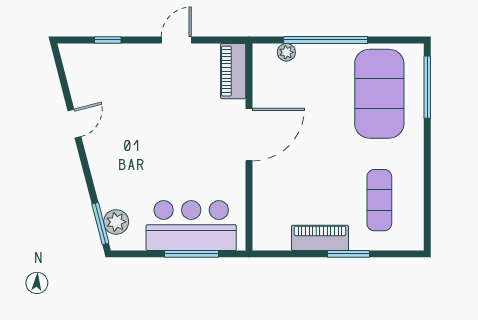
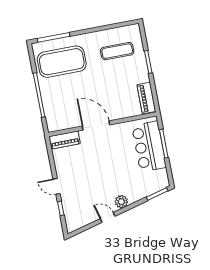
door: (176, 40) -> (57, 186), moved
plant: (286, 52) -> (49, 114), removed
plant: (116, 222) -> (121, 202), moved
piano: (320, 238) -> (146, 98), moved

